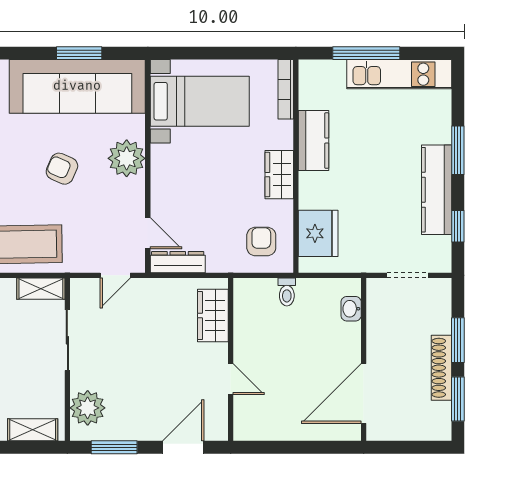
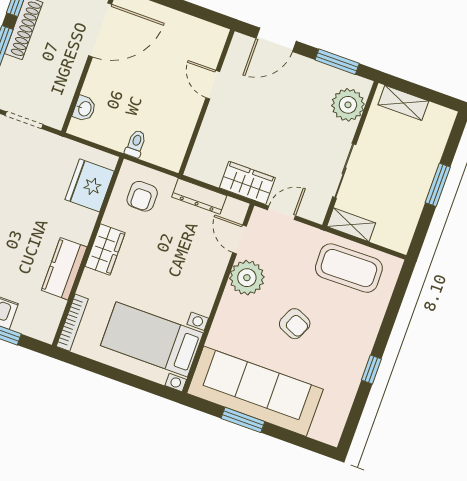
plant: (127, 158) -> (247, 278), moved
dresser: (178, 262) -> (199, 196), moved
wardrobe: (213, 316) -> (247, 183), moved, turned -90

